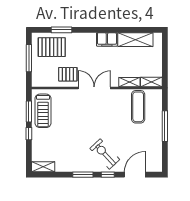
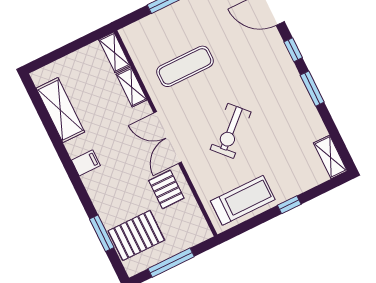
filing cabinet: (107, 39) -> (86, 163), width x0.50
pallet: (52, 47) -> (136, 235), turned 90
exercise mat: (138, 107) -> (185, 66), moved
window: (29, 112) -> (255, 222), removed
exercise bike: (105, 154) -> (231, 131), moved

